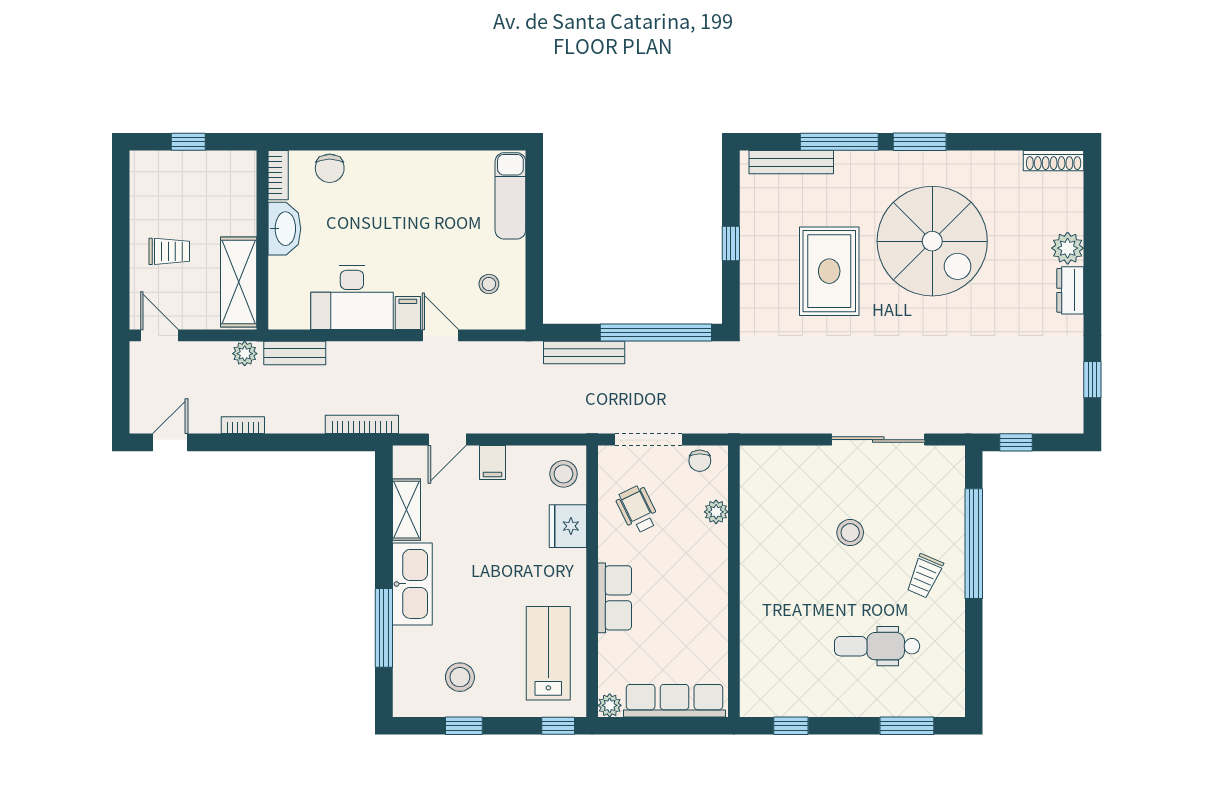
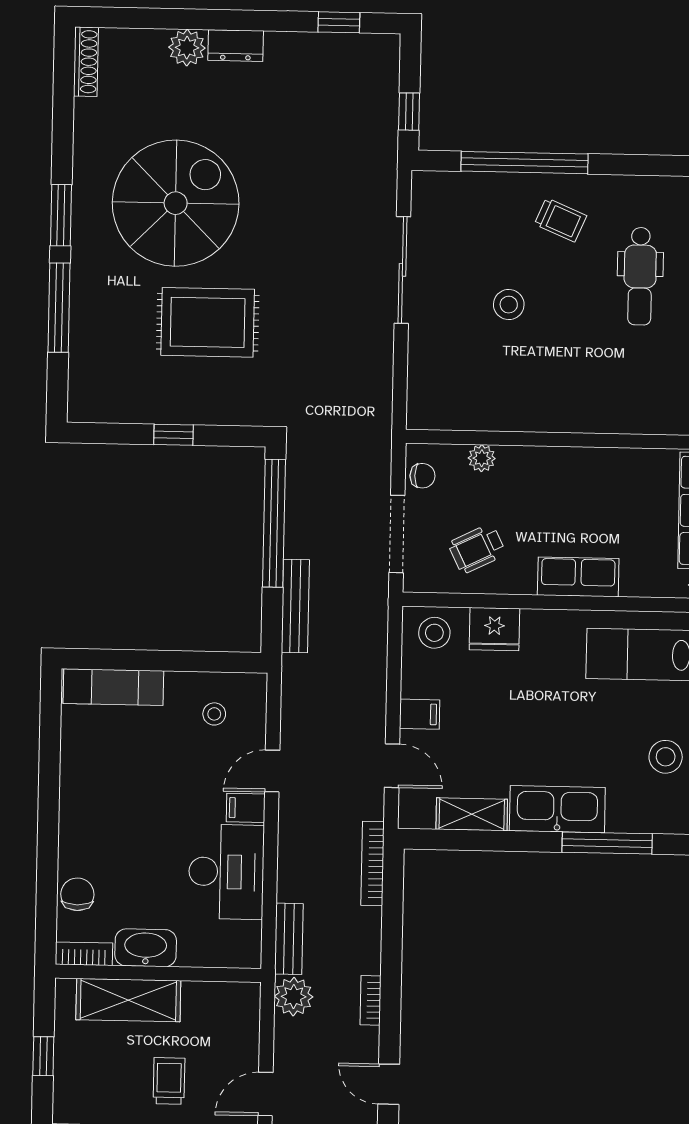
bench: (791, 162) -> (81, 363), removed
chair: (330, 168) -> (77, 894), turned -90
shelving: (239, 282) -> (128, 1000), moved
plant: (245, 354) -> (294, 997), width x1.38, depth x1.38

